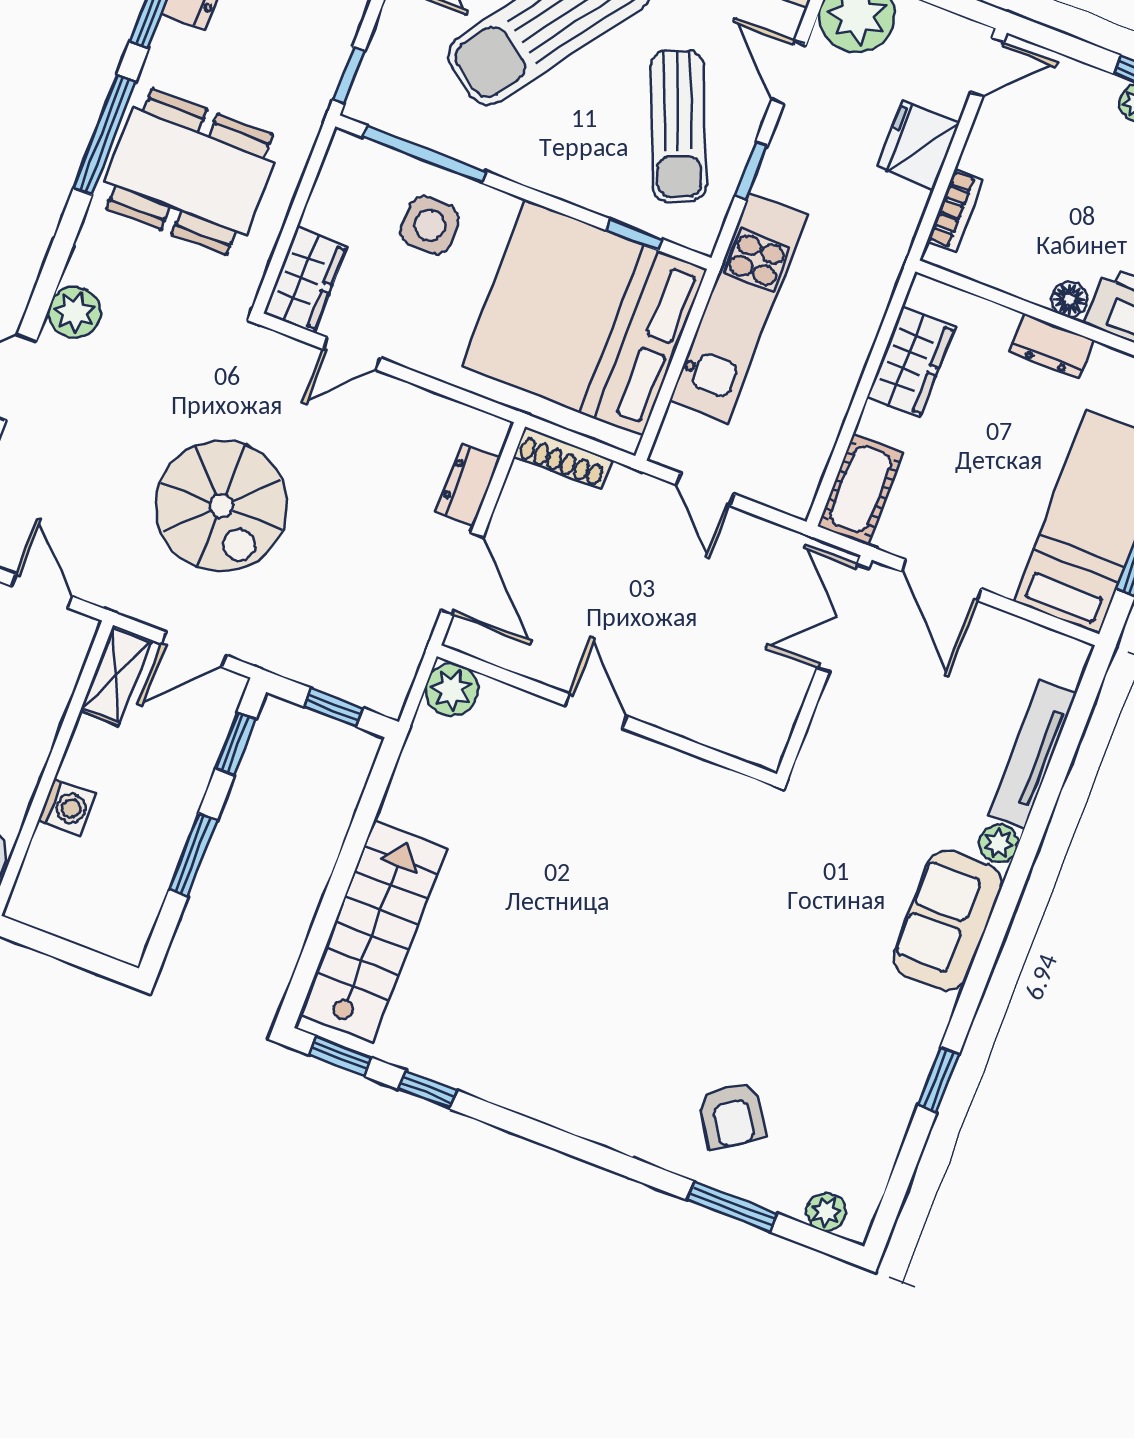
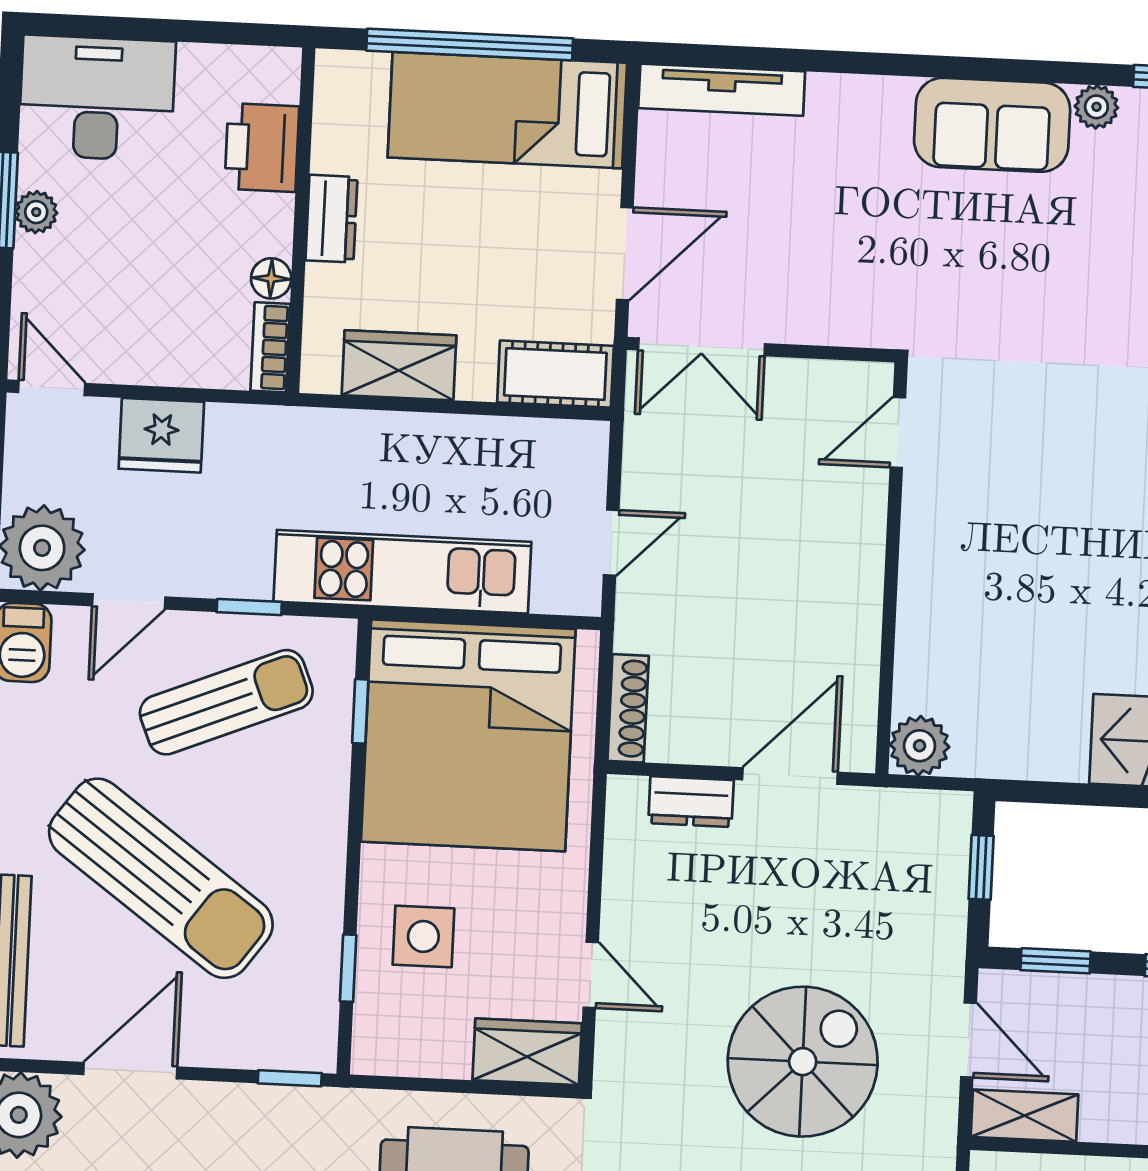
window: (424, 154) -> (348, 968), width x0.46
bookcase: (955, 210) -> (270, 347), moved, turned -90
floor lamp: (1069, 299) -> (271, 278), moved
door: (596, 711) -> (898, 432), moved
tv unit: (1032, 754) -> (722, 90), moved
plant: (999, 843) -> (1096, 107), moved

